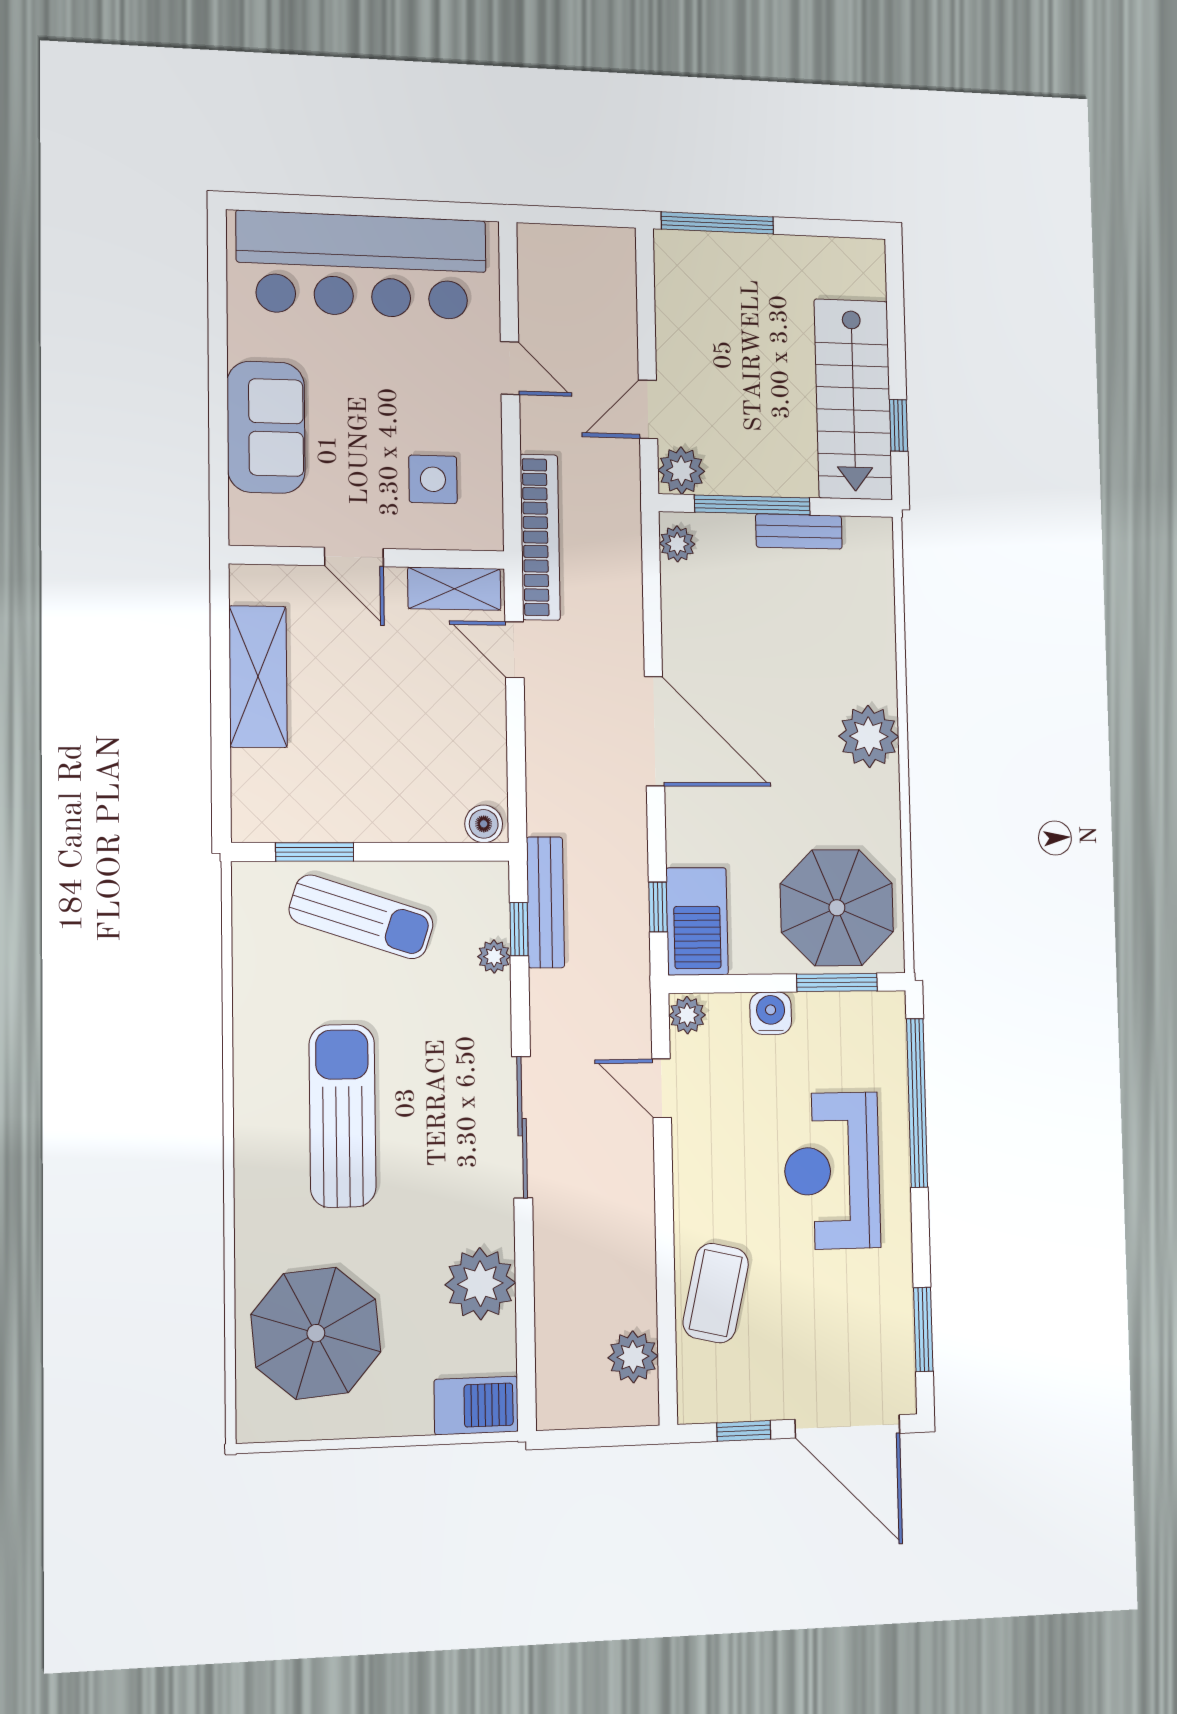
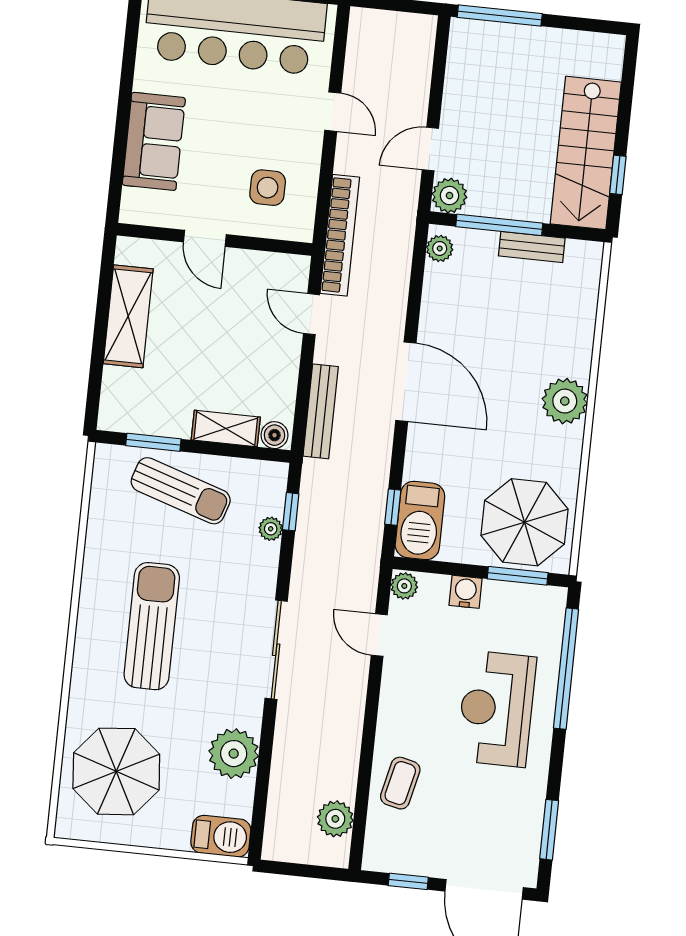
shelving: (454, 589) -> (226, 428), moved
bench: (545, 902) -> (321, 411), moved
coffee table: (716, 1293) -> (400, 783), width x0.73, depth x0.77

